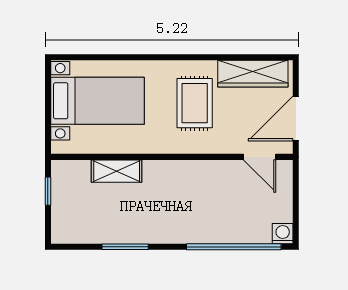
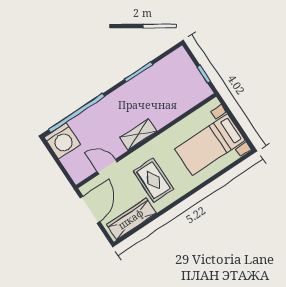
door: (260, 157) -> (107, 167), moved
shelving: (117, 171) -> (138, 134), moved
washing machine: (283, 234) -> (62, 141), width x1.89, depth x1.89

